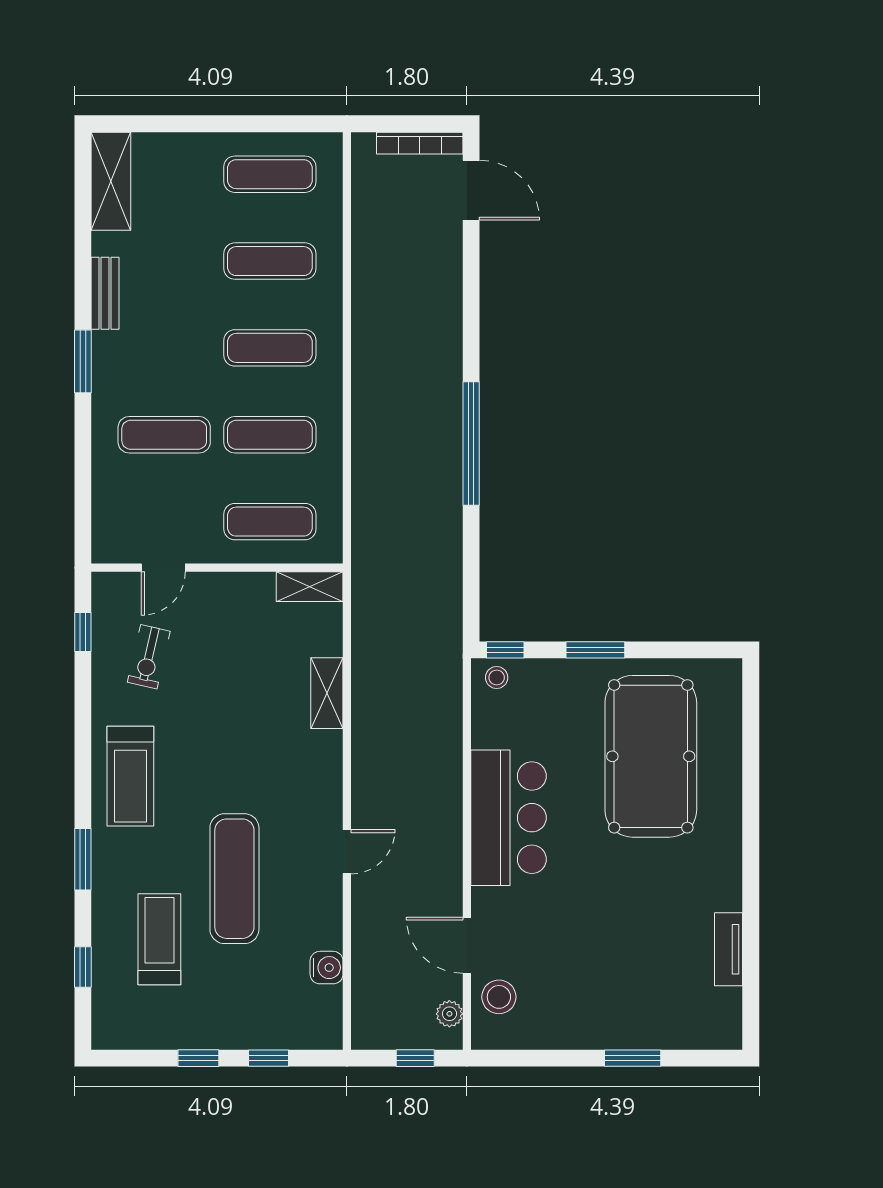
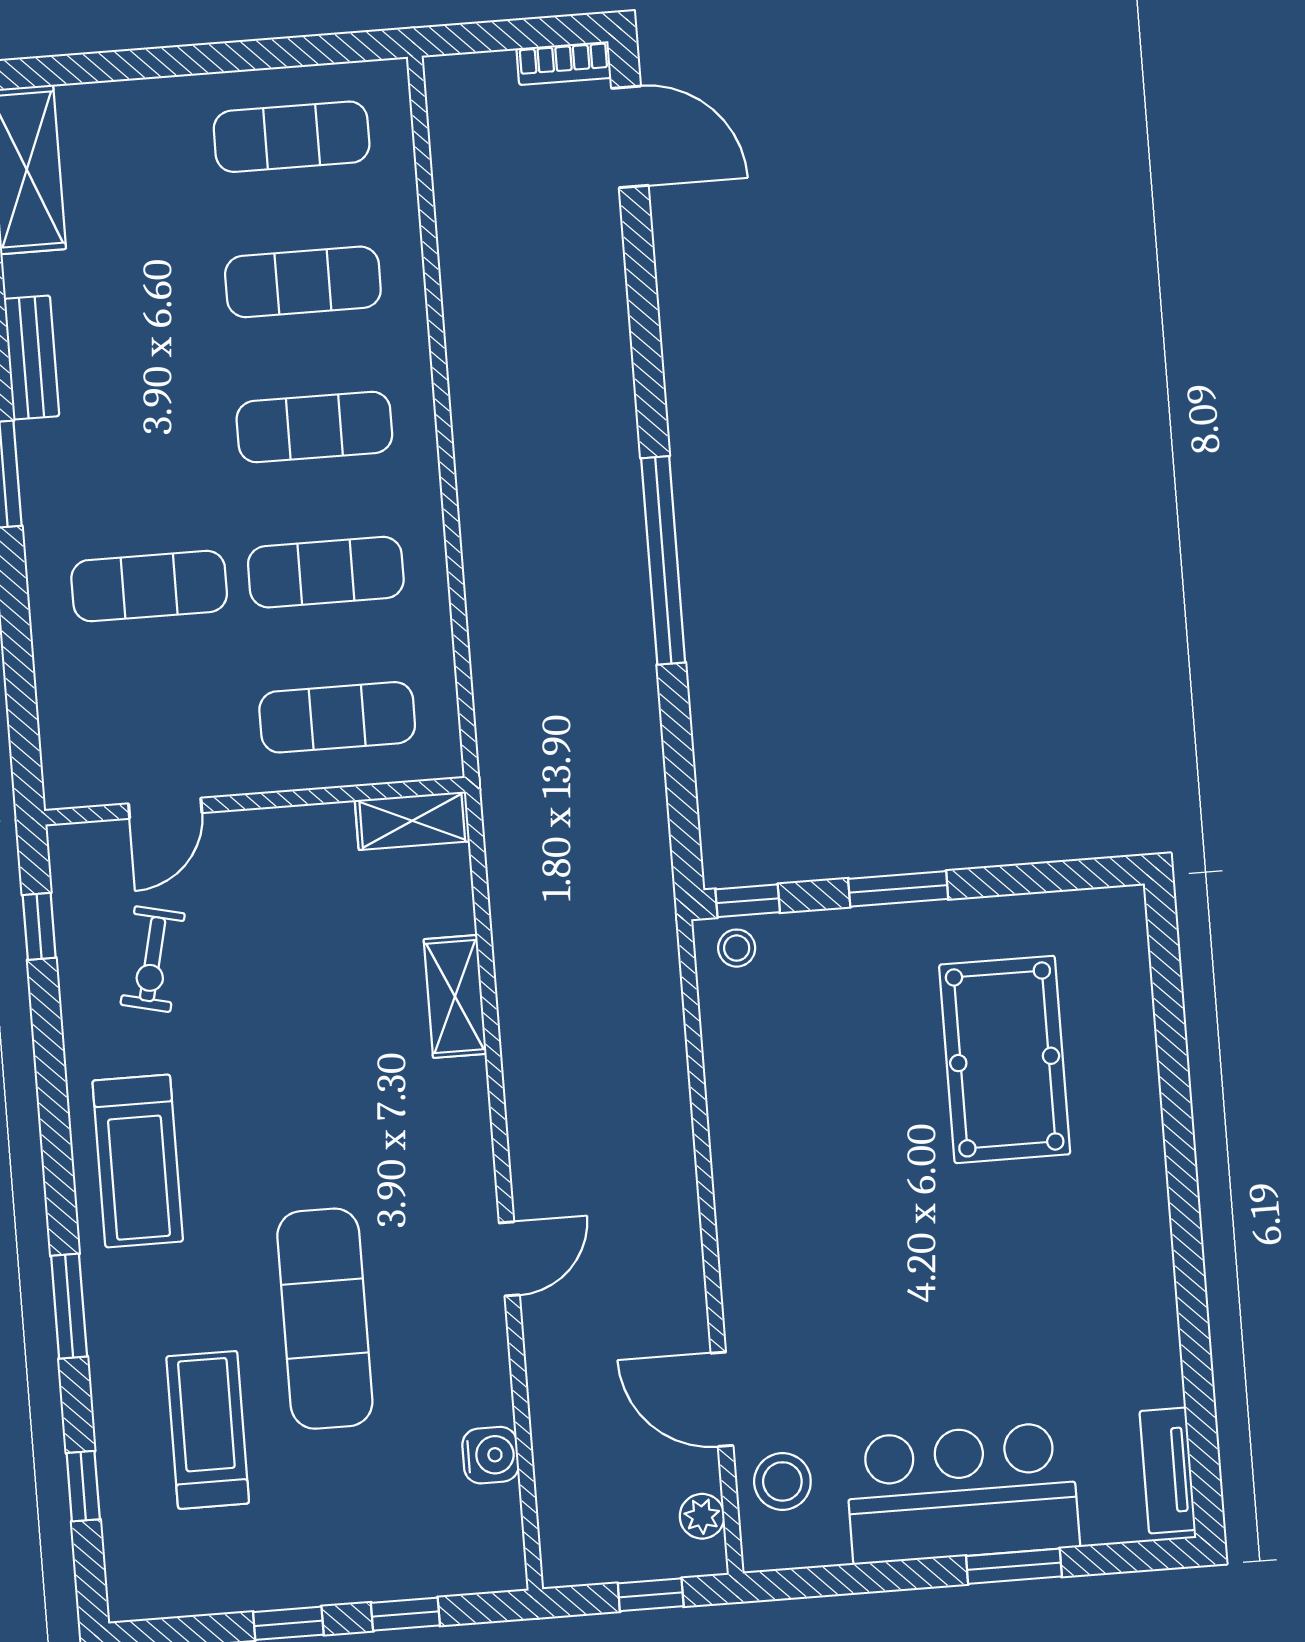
bookcase: (420, 143) -> (564, 63), width x0.64
pool table: (651, 756) -> (1005, 1059), width x0.73, depth x0.76
bar counter: (508, 818) -> (962, 1493), moved, turned -90
tv unit: (728, 949) -> (1168, 1470), moved

